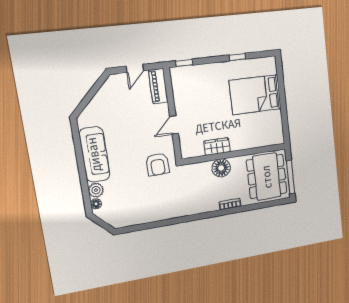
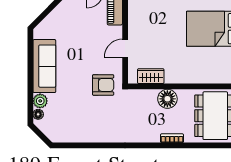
wardrobe: (217, 147) -> (151, 76), moved
armchair: (157, 164) -> (103, 85), turned -88

